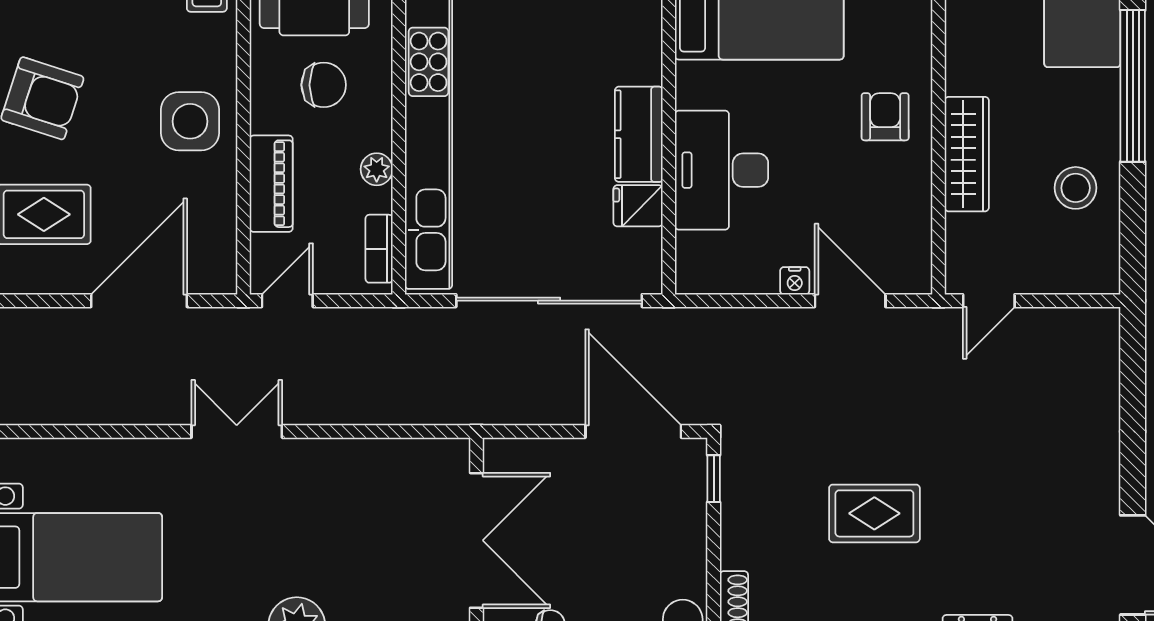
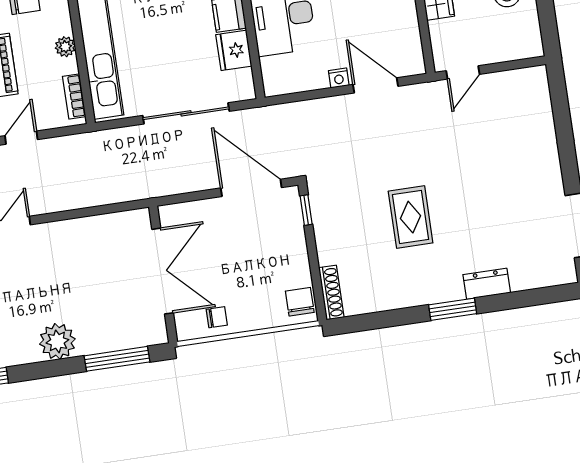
fridge: (638, 206) -> (234, 50), width x1.38
sliding door: (549, 301) -> (186, 113), width x0.73
rug: (874, 513) -> (411, 217), turned 90

